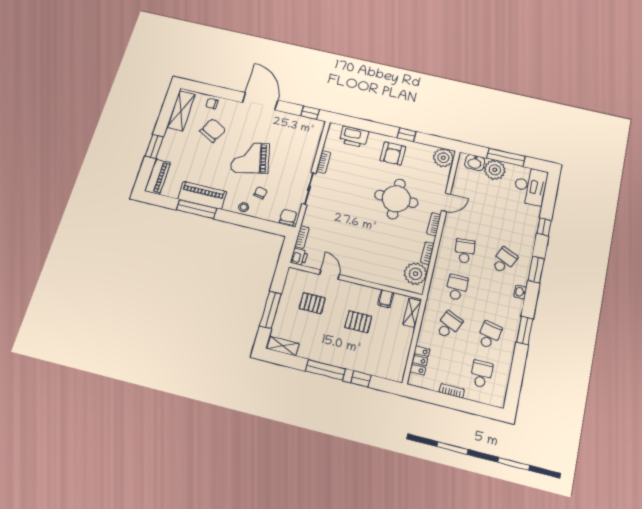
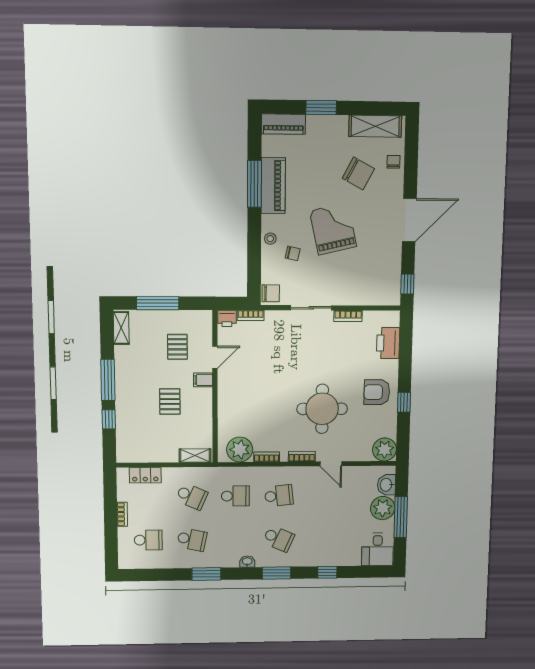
desk: (530, 186) -> (378, 549), width x0.73
filing cabinet: (386, 299) -> (203, 380), moved

